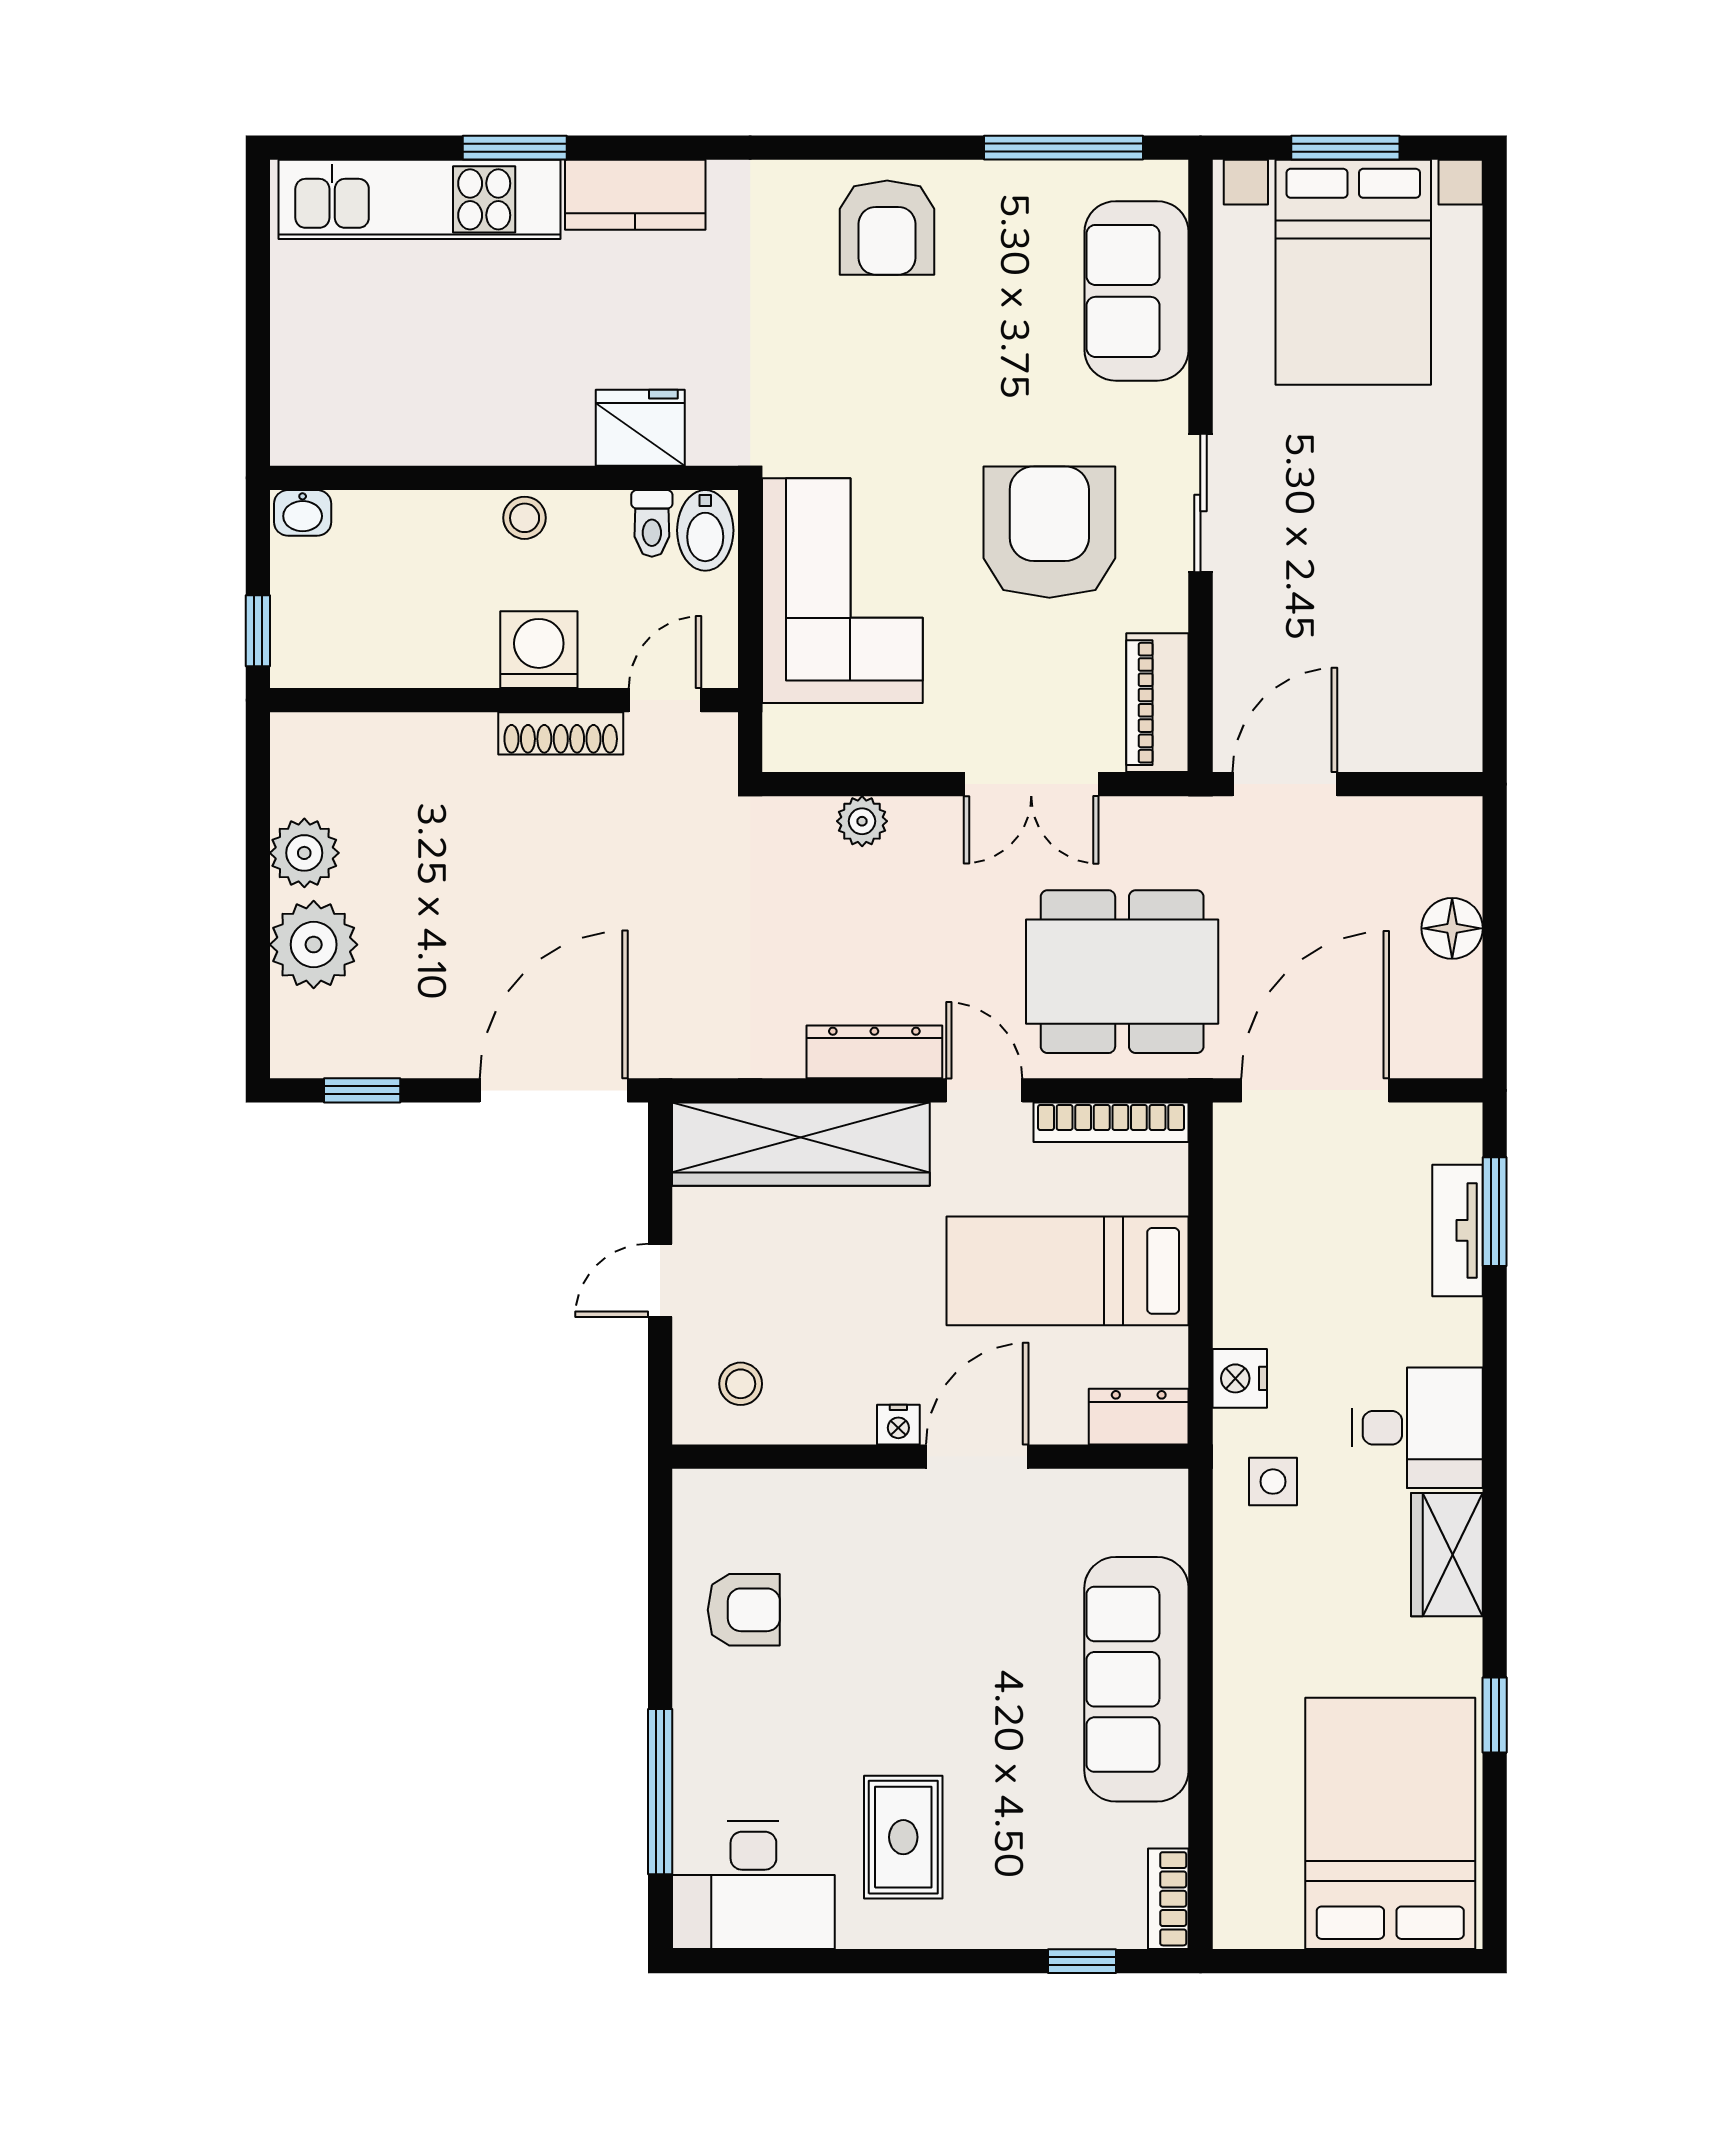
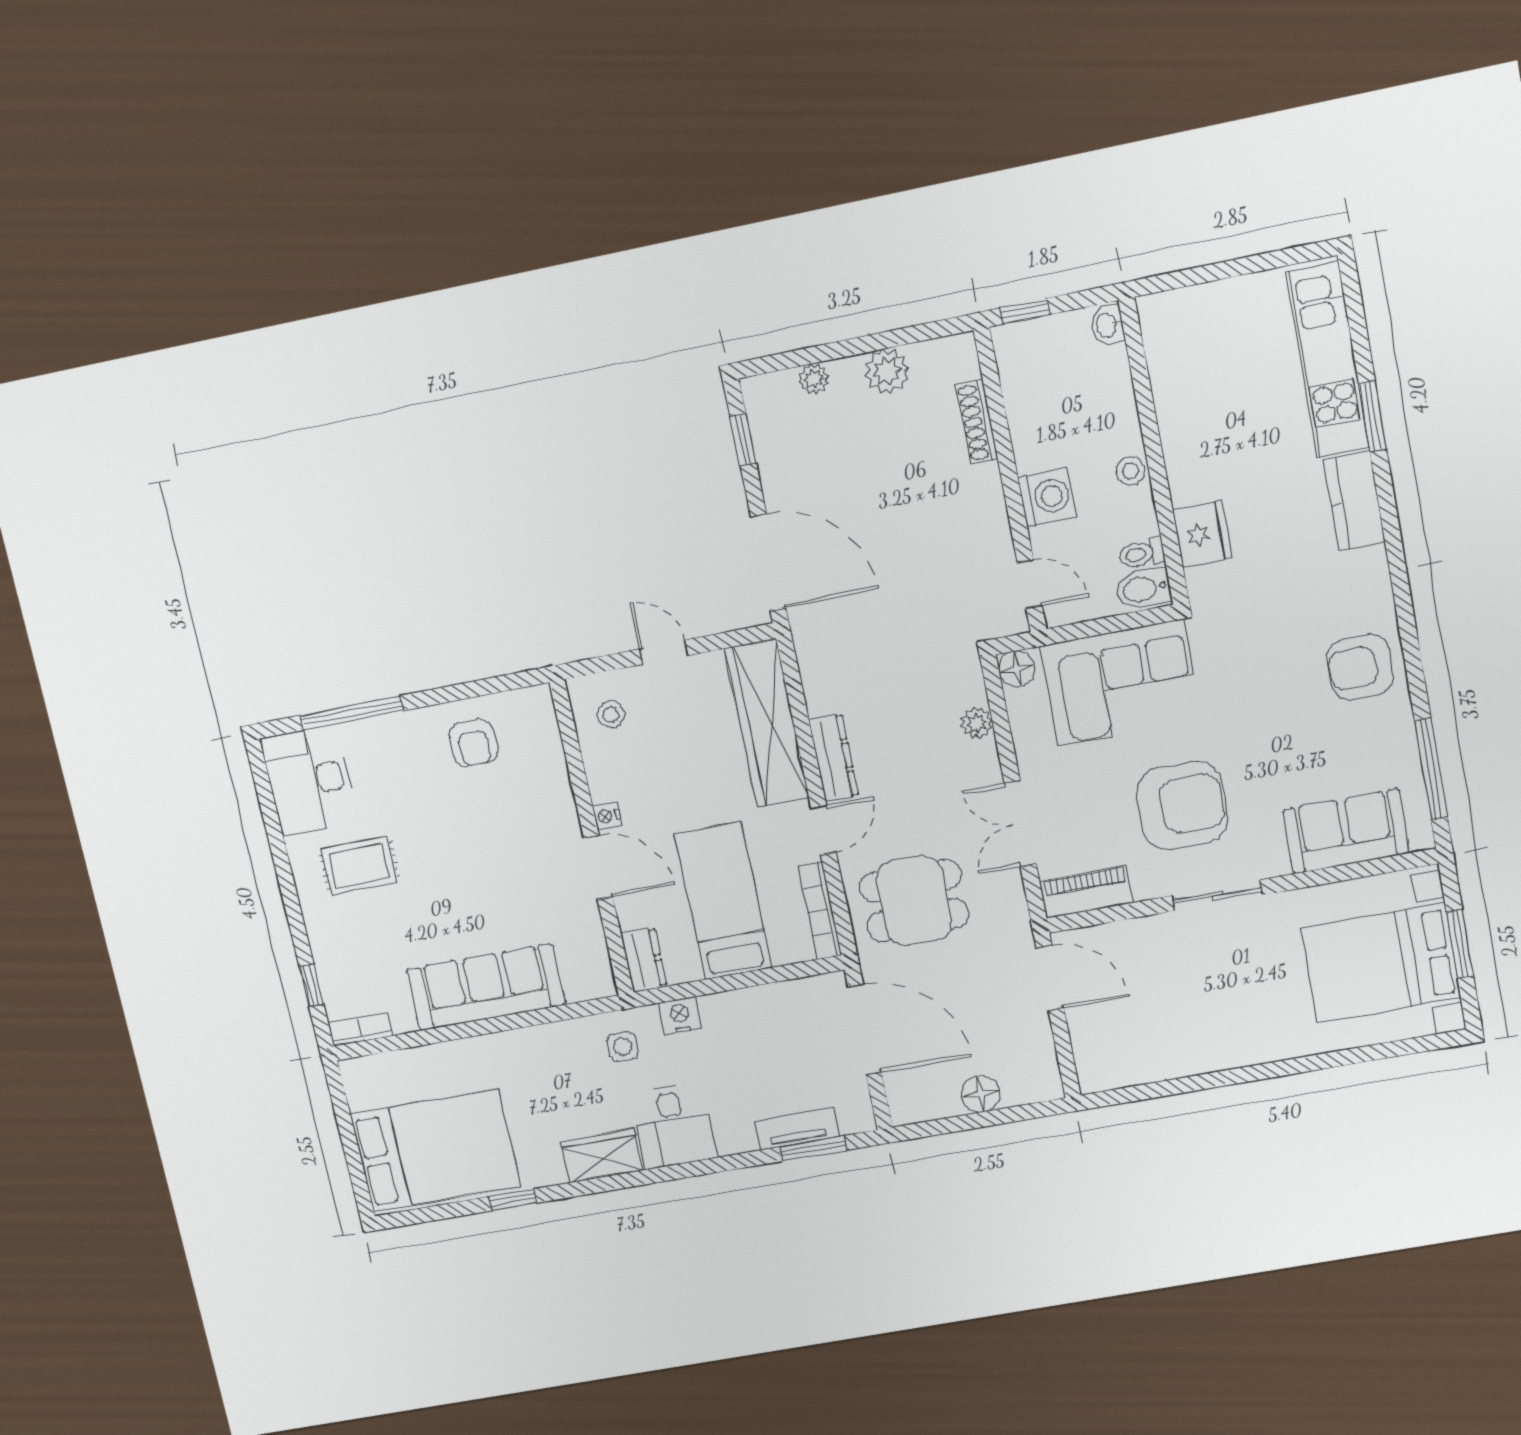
shoe rack: (561, 733) -> (977, 422), moved
floor lamp: (790, 744) -> (1017, 669), added
plant: (314, 945) -> (814, 379), width x0.53, depth x0.53
dining table: (1122, 972) -> (914, 900), width x0.73

